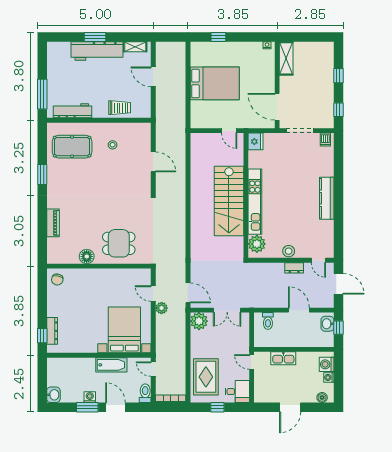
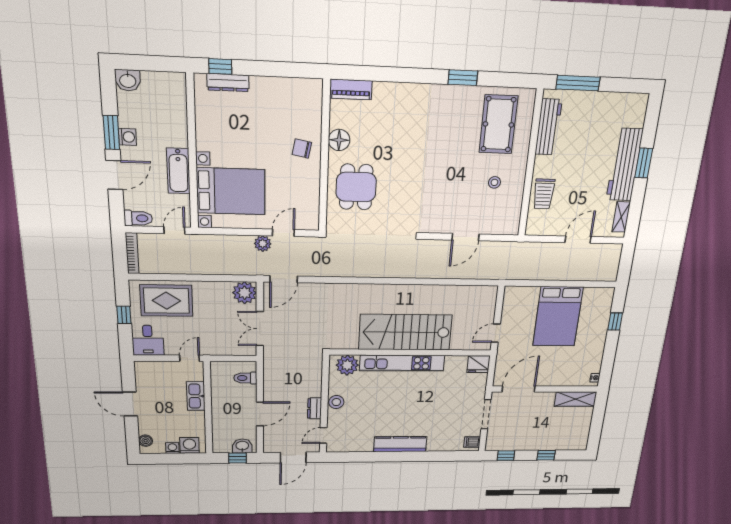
piano: (53, 223) -> (351, 89), moved
chair: (57, 280) -> (302, 149), moved

